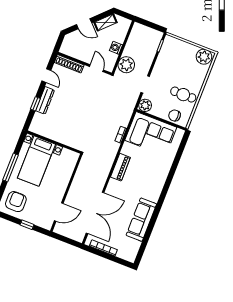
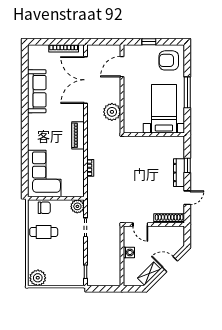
plant: (126, 65) -> (112, 112), moved
door: (46, 76) -> (187, 198), swing flipped
corner sofa: (151, 134) -> (44, 174), moved, turned 90
armchair: (16, 202) -> (169, 60), turned 90

